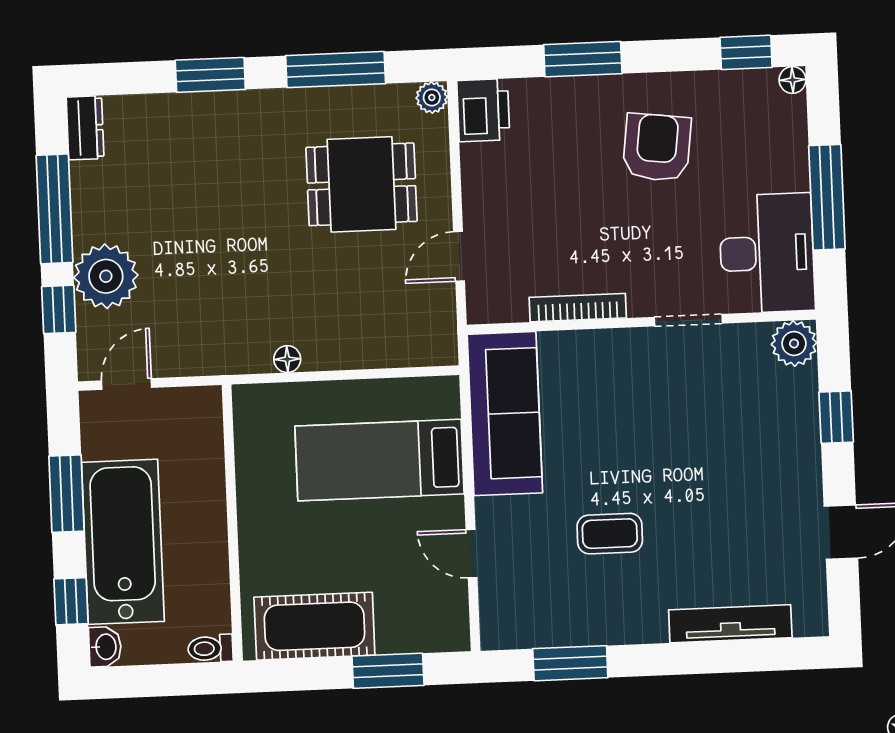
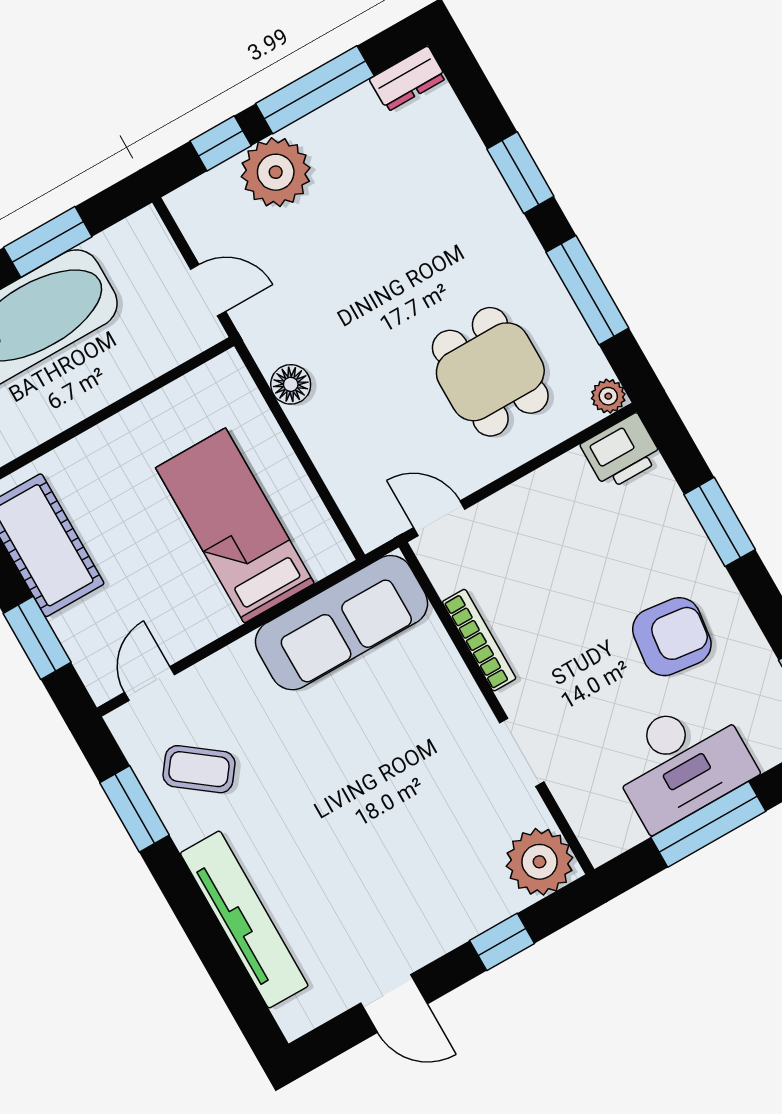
desk: (767, 253) -> (681, 762), moved
door: (459, 256) -> (439, 518), moved
plant: (794, 343) -> (539, 862), width x1.36, depth x1.36
floor lamp: (287, 359) -> (291, 384), width x1.37, depth x1.37
door: (126, 384) -> (208, 290), moved
coffee table: (610, 534) -> (199, 769), moved, turned -53
door: (472, 554) -> (150, 684), moved
tv unit: (730, 624) -> (244, 920), width x1.36, depth x1.29

